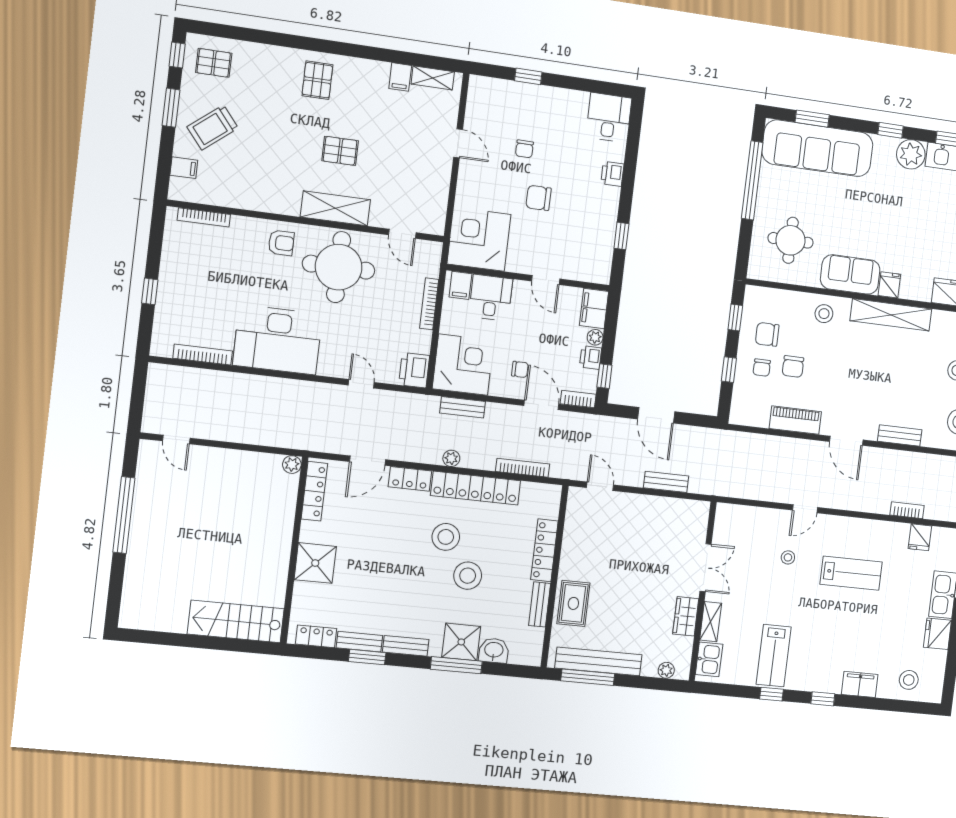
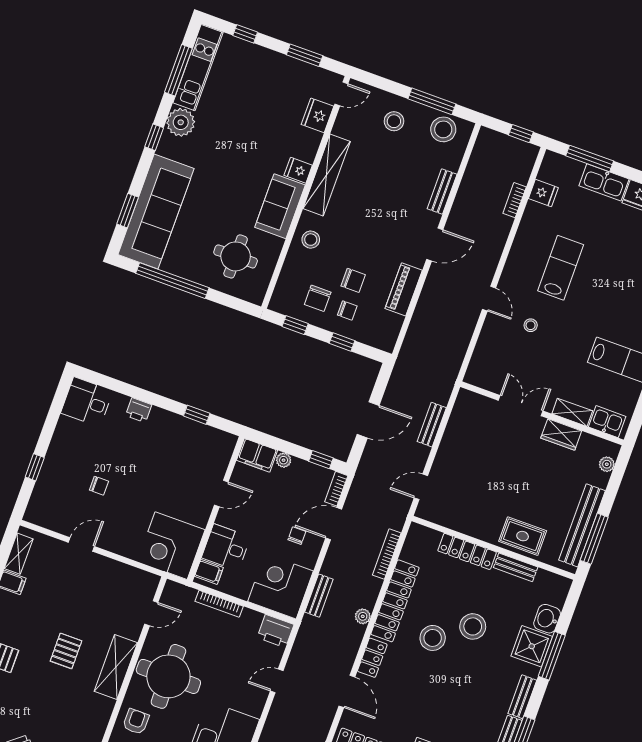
chair: (539, 198) -> (146, 483), removed
printer: (591, 357) -> (301, 469), removed

